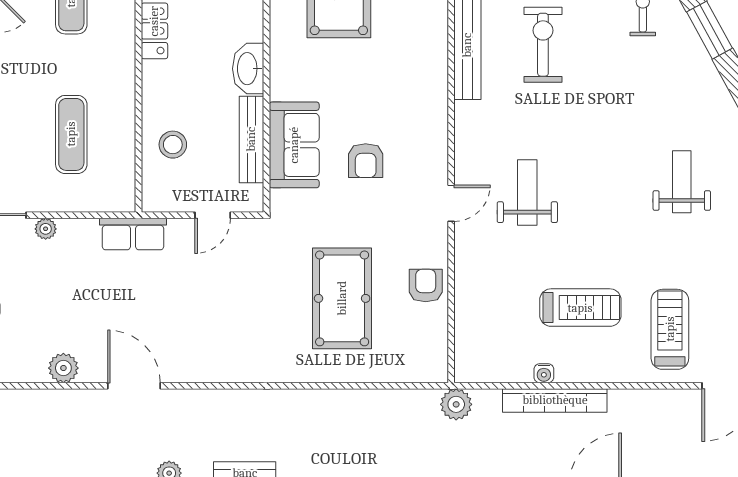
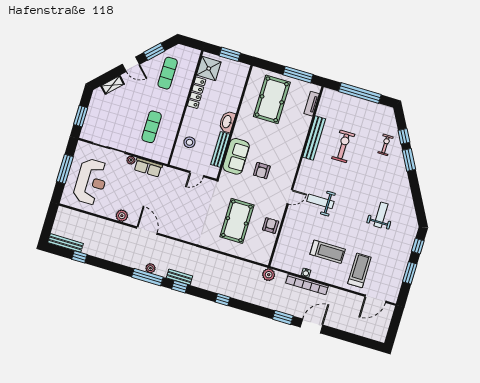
weight bench: (527, 192) -> (320, 201), turned -90
row of seats: (133, 234) -> (148, 167), moved

